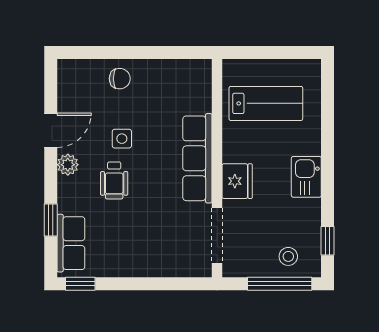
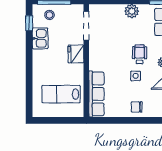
row of seats: (197, 158) -> (96, 94), moved
kitchen sink: (306, 177) -> (40, 38), moved
plant: (129, 264) -> (132, 11), added

